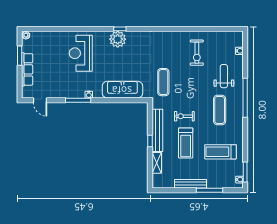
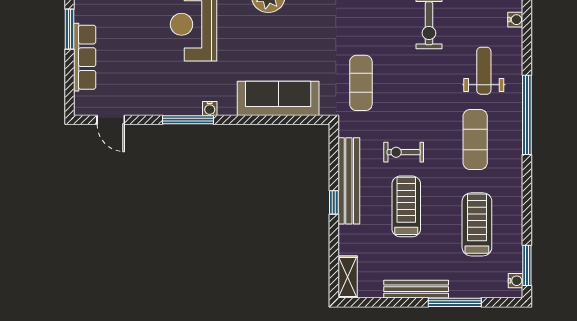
treadmill: (186, 143) -> (406, 206), turned 180
treadmill: (220, 152) -> (477, 224), turned 90
shelving: (157, 163) -> (348, 277), moved

